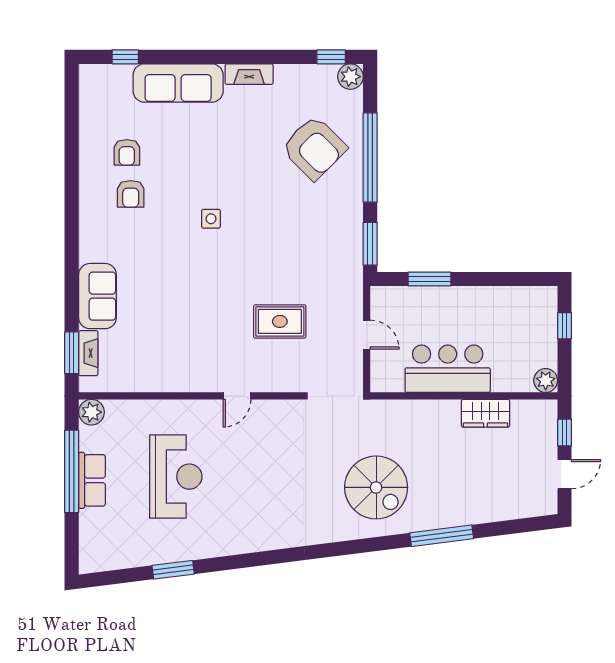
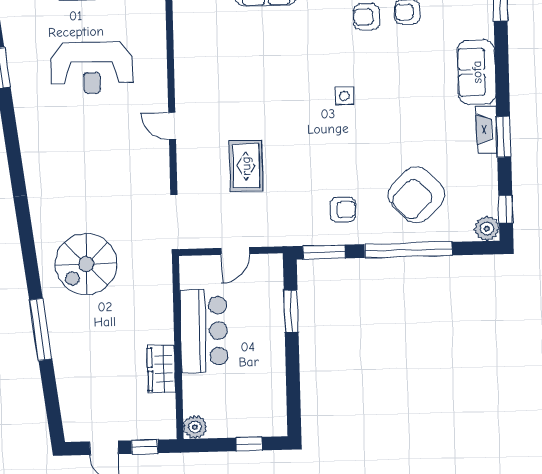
window: (257, 57) -> (504, 137), added
sofa: (178, 83) -> (477, 72), width x0.73
armchair: (327, 223) -> (343, 210), added

